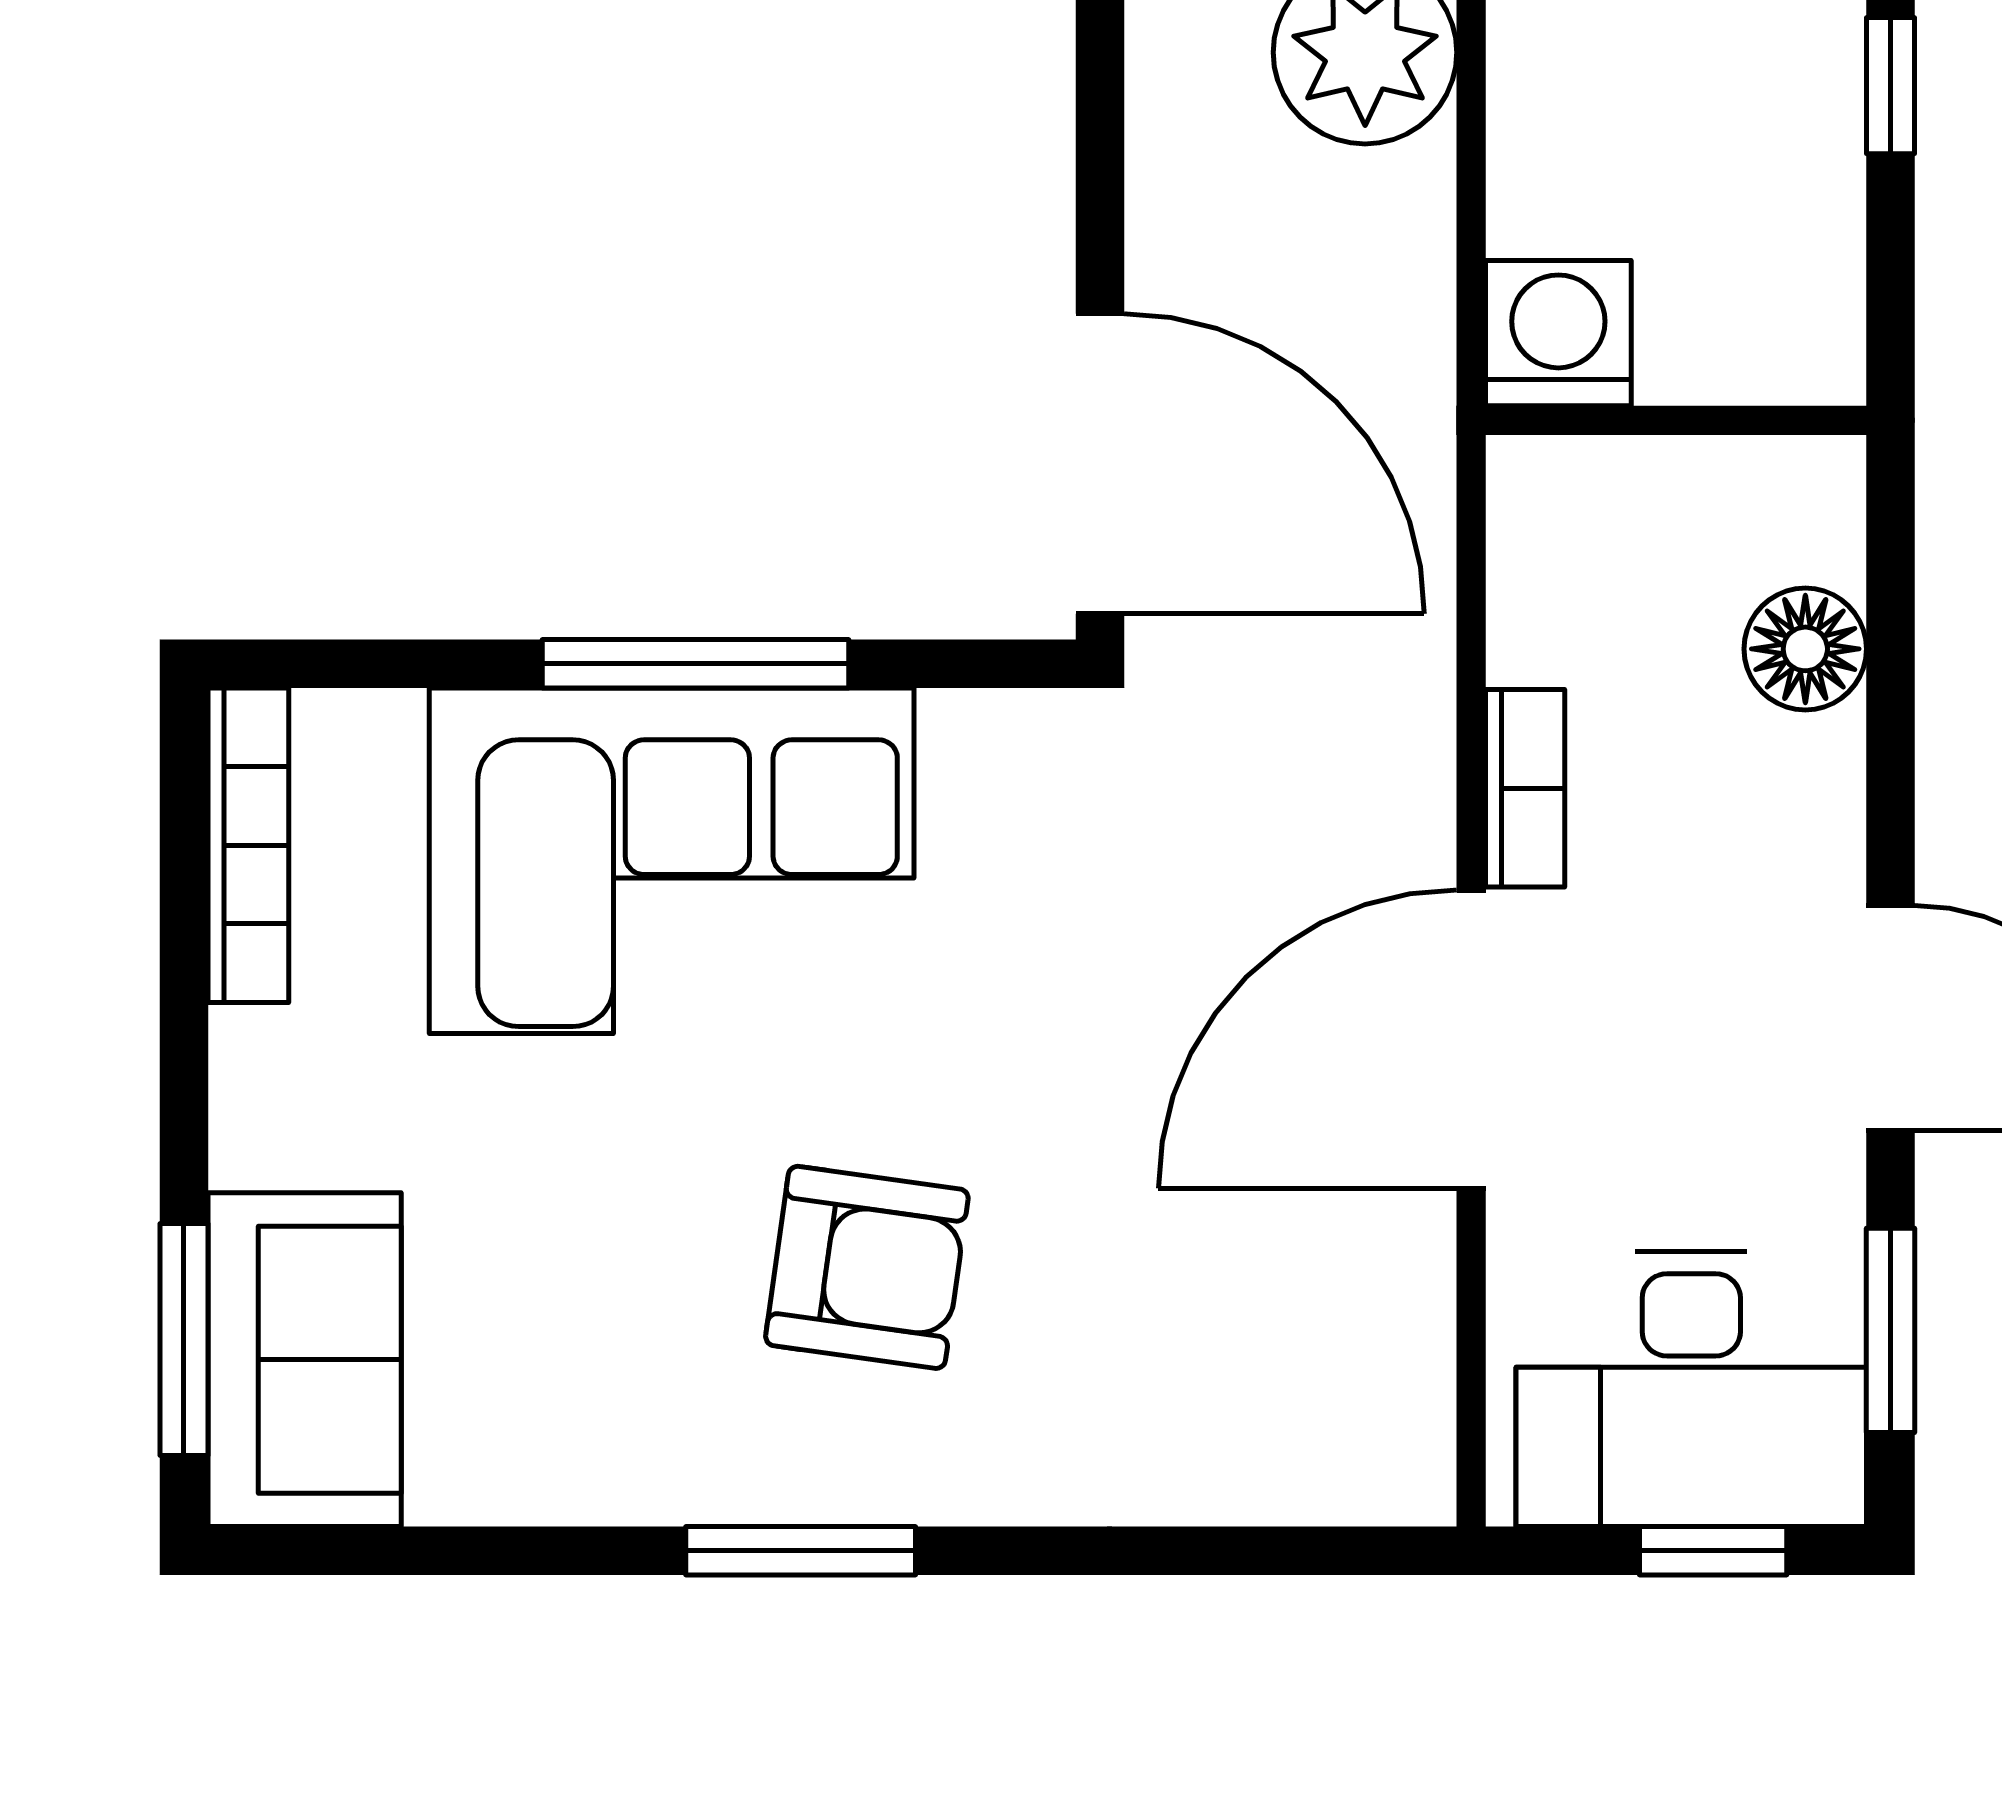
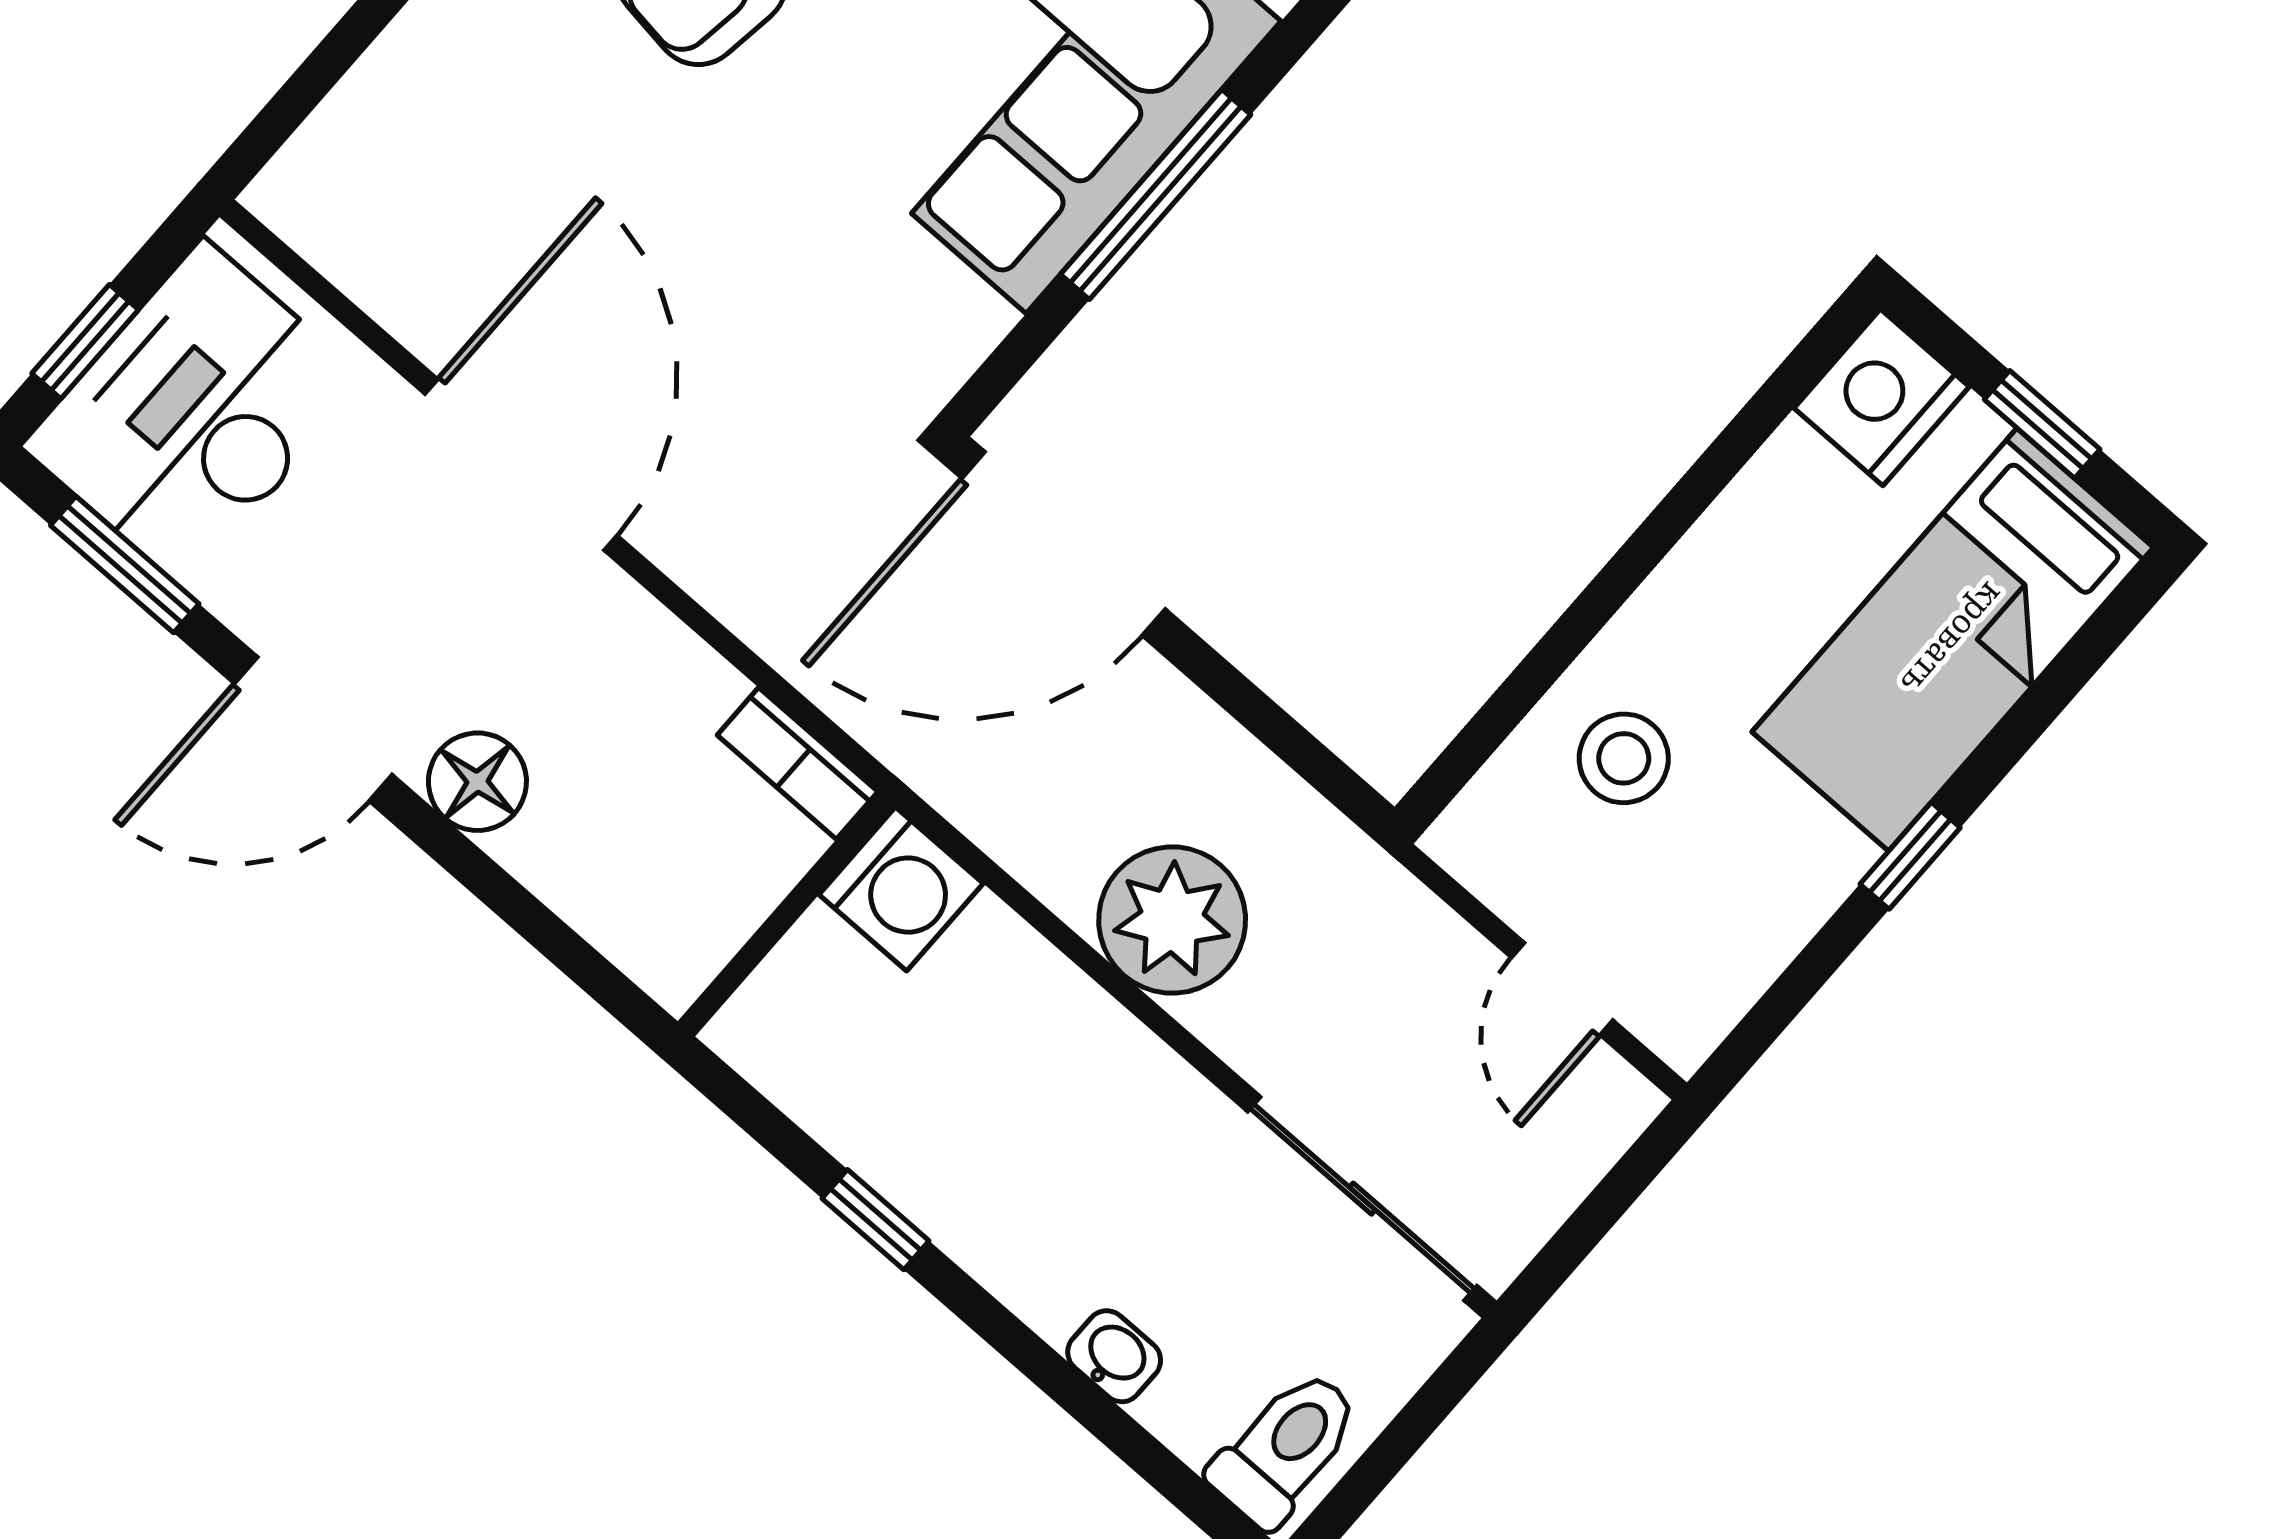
floor lamp: (1805, 649) -> (477, 782), moved
bookcase: (1525, 788) -> (798, 763), moved

